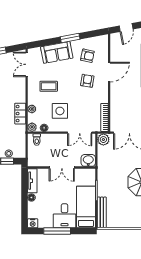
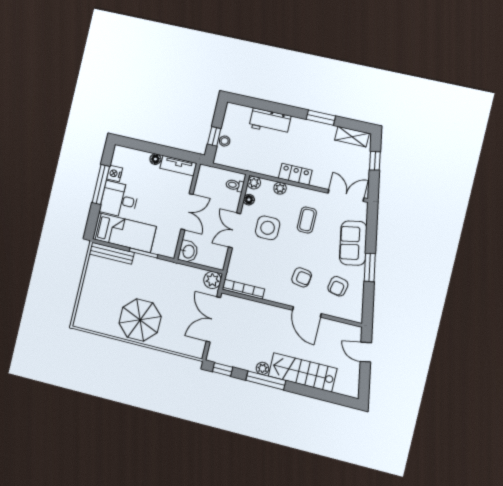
locker: (20, 114) -> (295, 174), moved
double door: (80, 133) -> (234, 230), moved
double door: (62, 168) -> (187, 212), swing flipped
nightstand: (33, 223) -> (115, 174), moved

